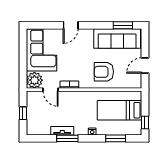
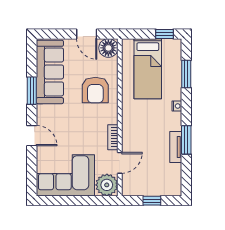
window: (123, 25) -> (32, 91), moved
floor lamp: (135, 81) -> (108, 48), added

